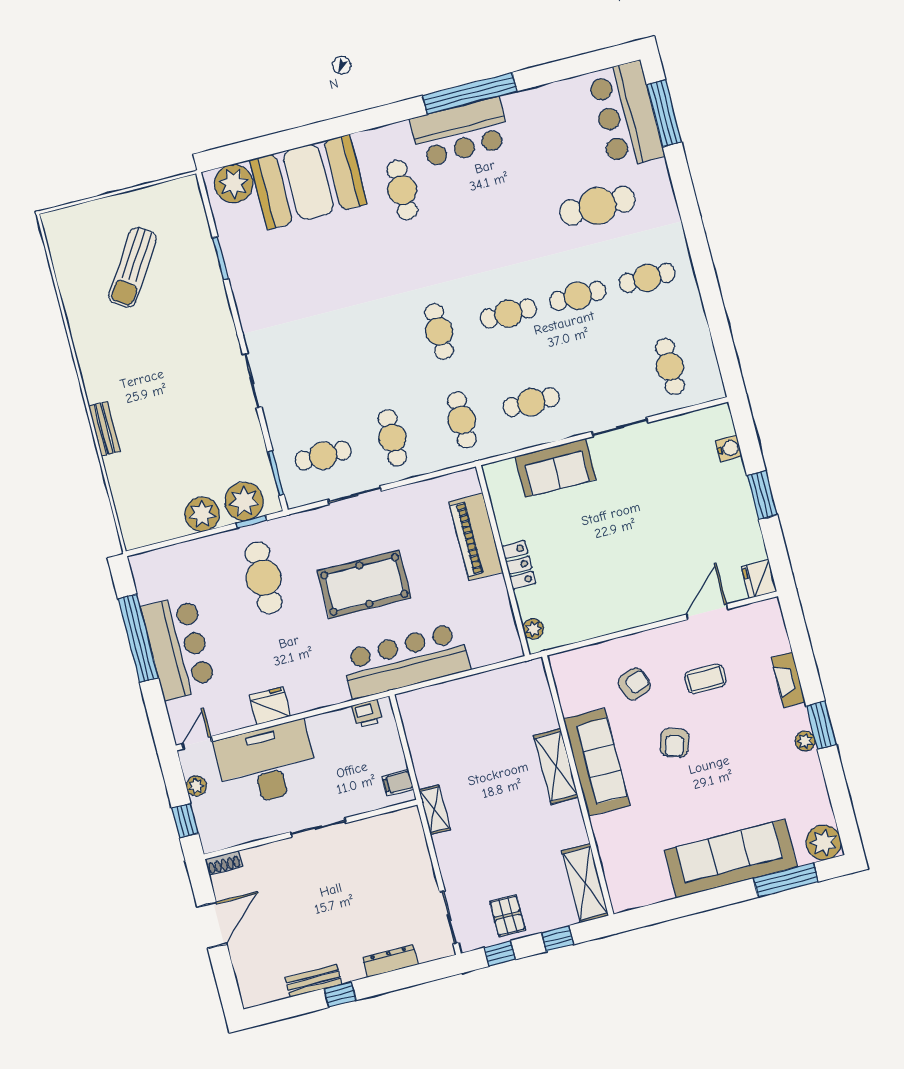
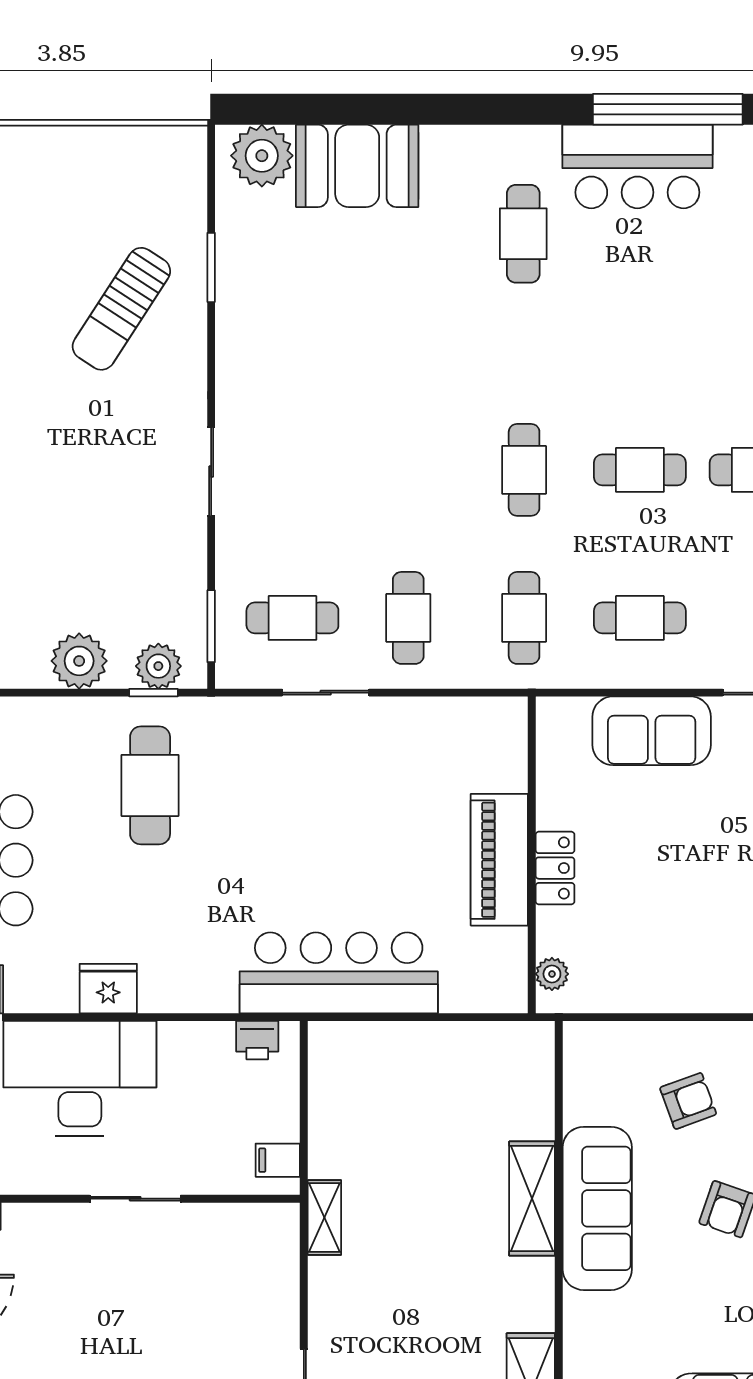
booth: (308, 182) -> (357, 166), width x0.73, depth x0.70
sun lounger: (133, 267) -> (121, 309), moved
plant: (244, 501) -> (158, 666), width x0.73, depth x0.73
piano: (476, 537) -> (499, 860), moved
pool table: (364, 584) -> (305, 836), removed

